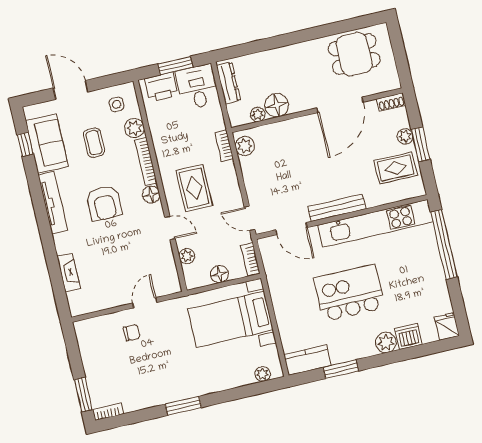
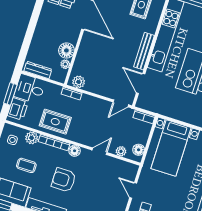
rug: (194, 188) -> (55, 122), moved
armchair: (104, 203) -> (64, 180), turned 180
door: (291, 229) -> (141, 83), swing flipped
floor lamp: (219, 274) -> (139, 150), moved

